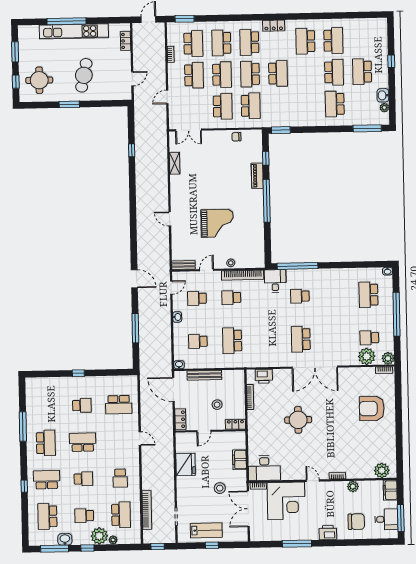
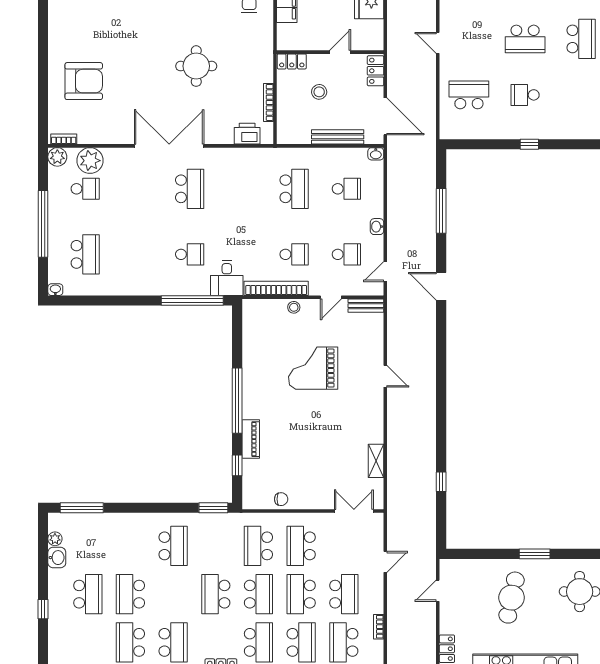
school desk: (194, 75) -> (344, 594), turned 180
school desk: (335, 104) -> (173, 546), moved
school desk: (46, 443) -> (581, 39), turned 180

